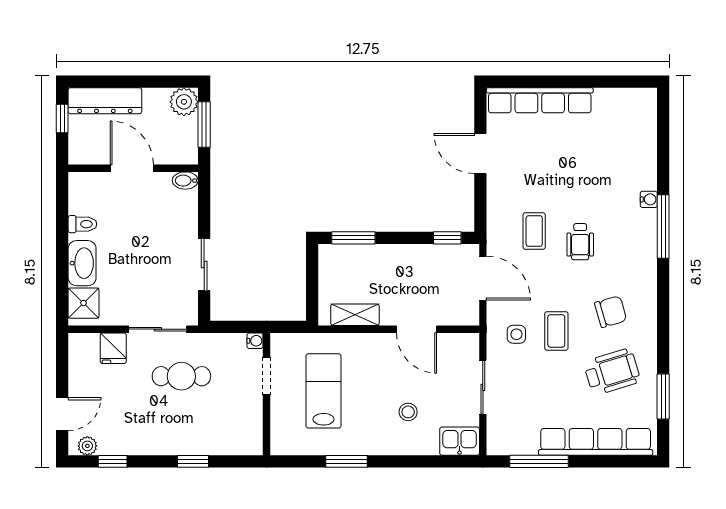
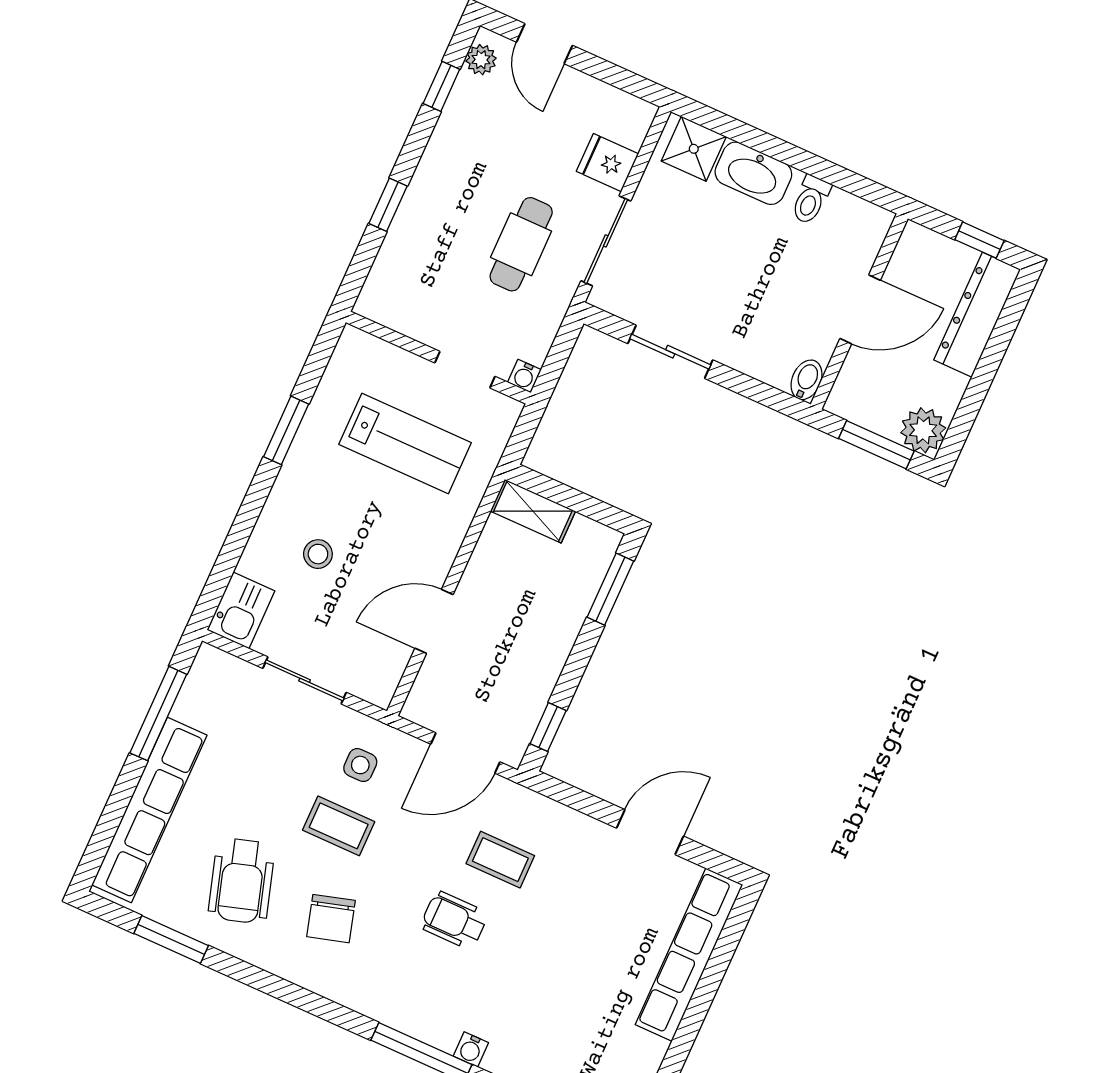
shelving: (355, 315) -> (533, 511), moved, turned 90

